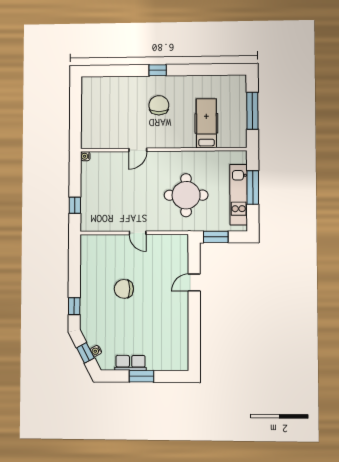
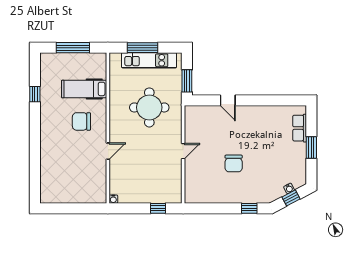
window: (158, 70) -> (35, 94), moved
chair: (159, 105) -> (81, 121), moved
door: (138, 150) -> (108, 151), hinge flipped
row of seats: (131, 363) -> (300, 128), moved

